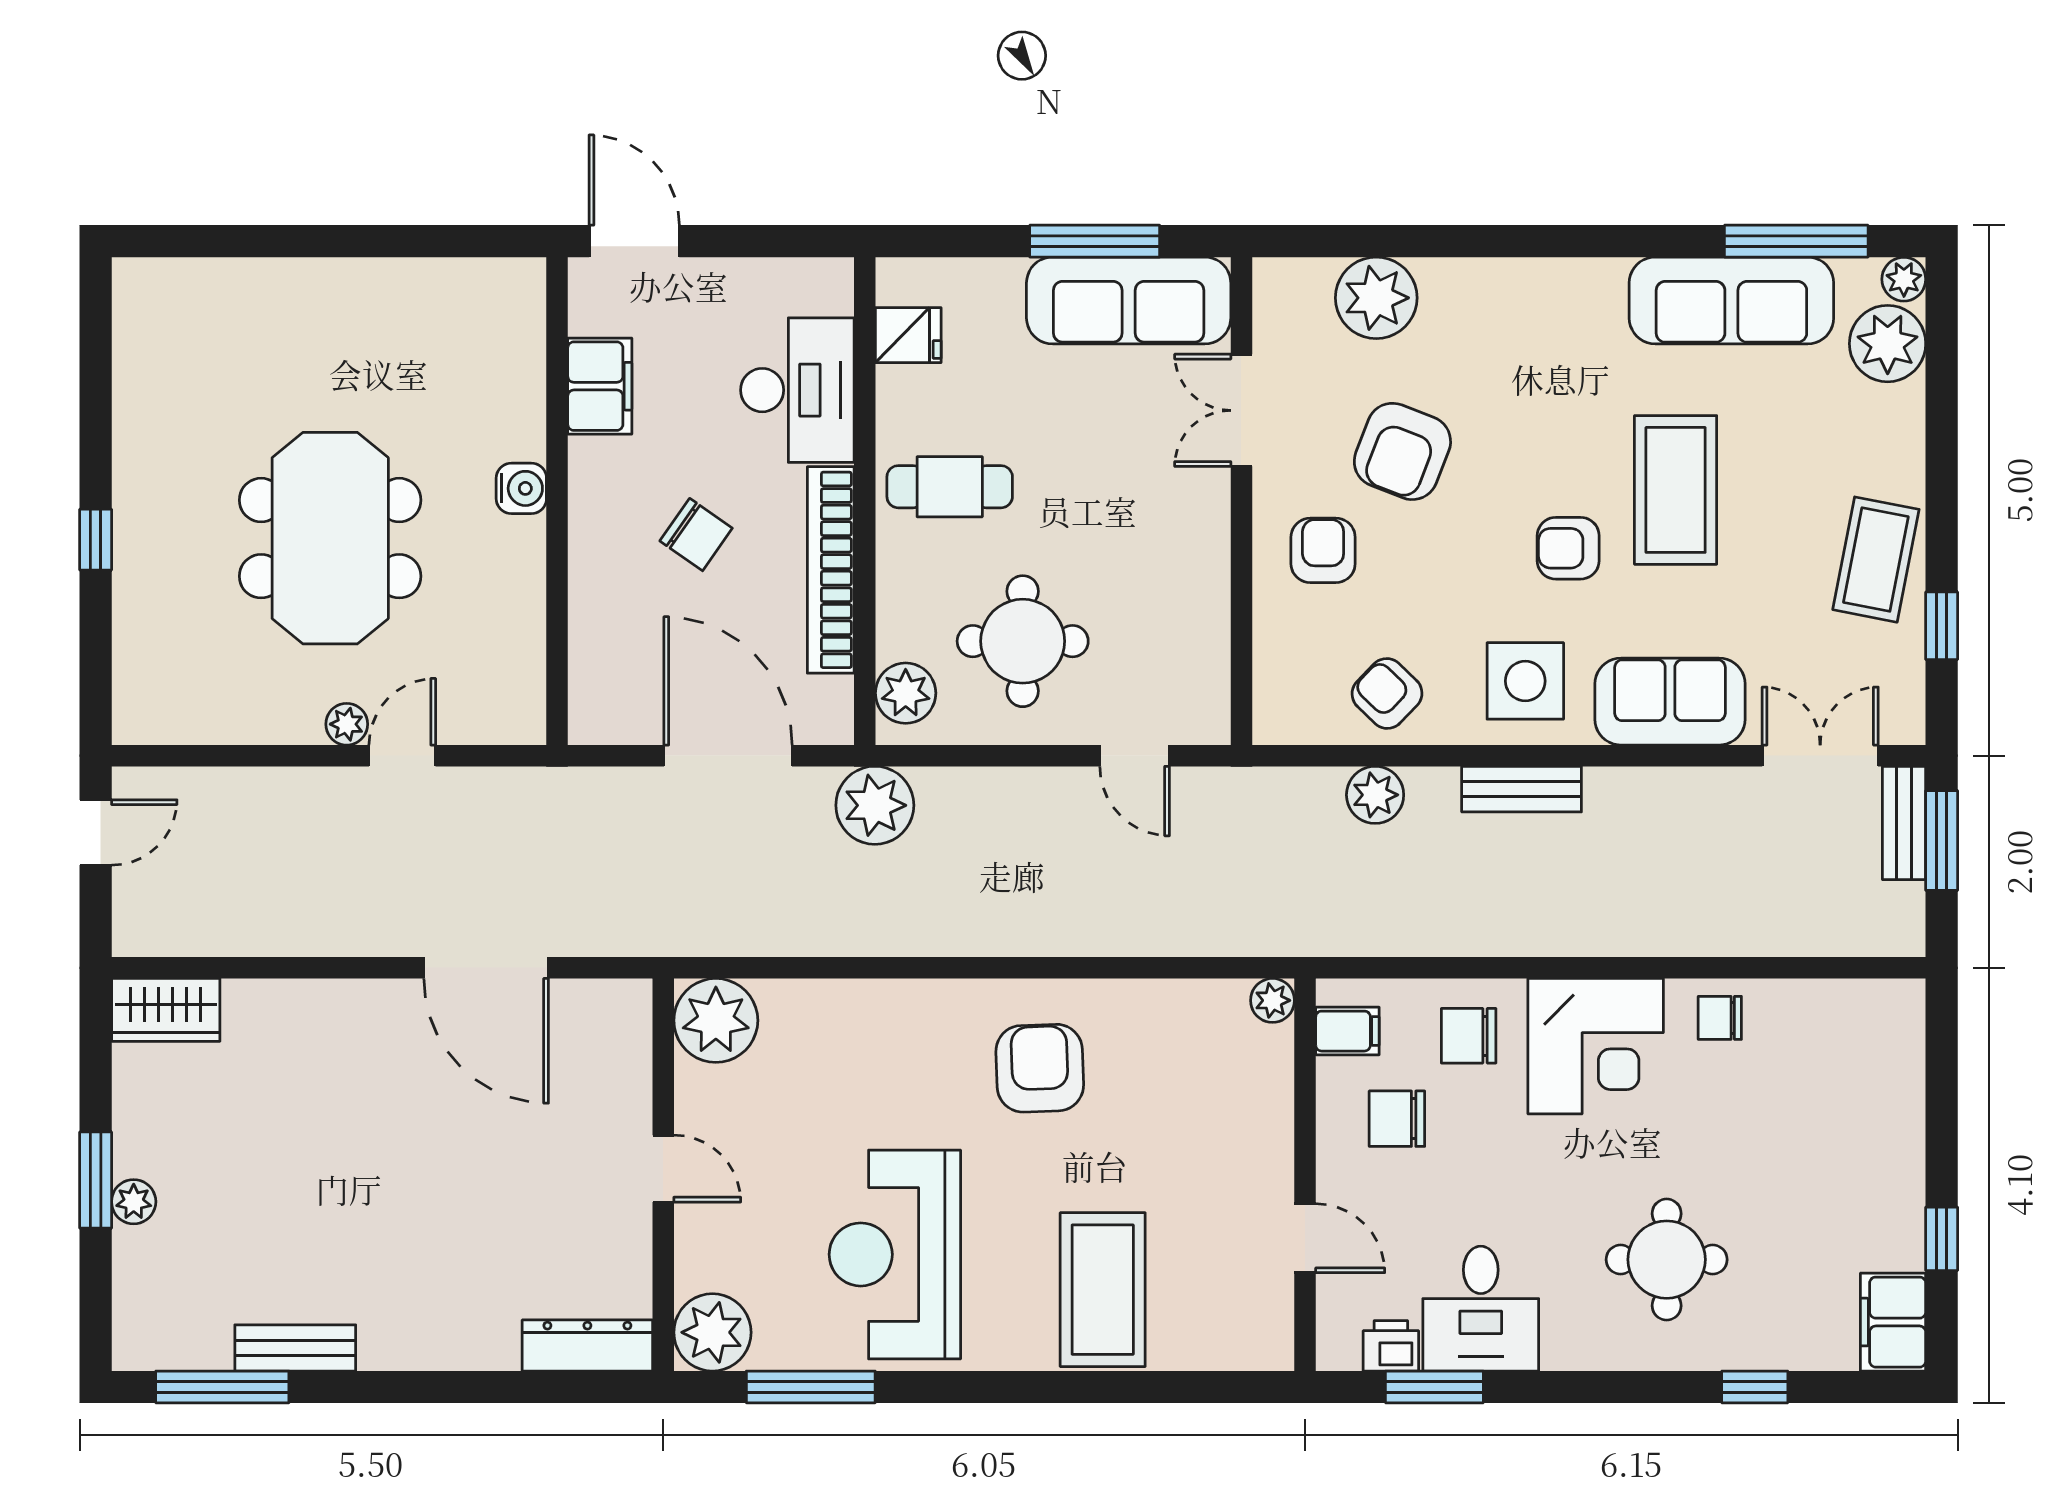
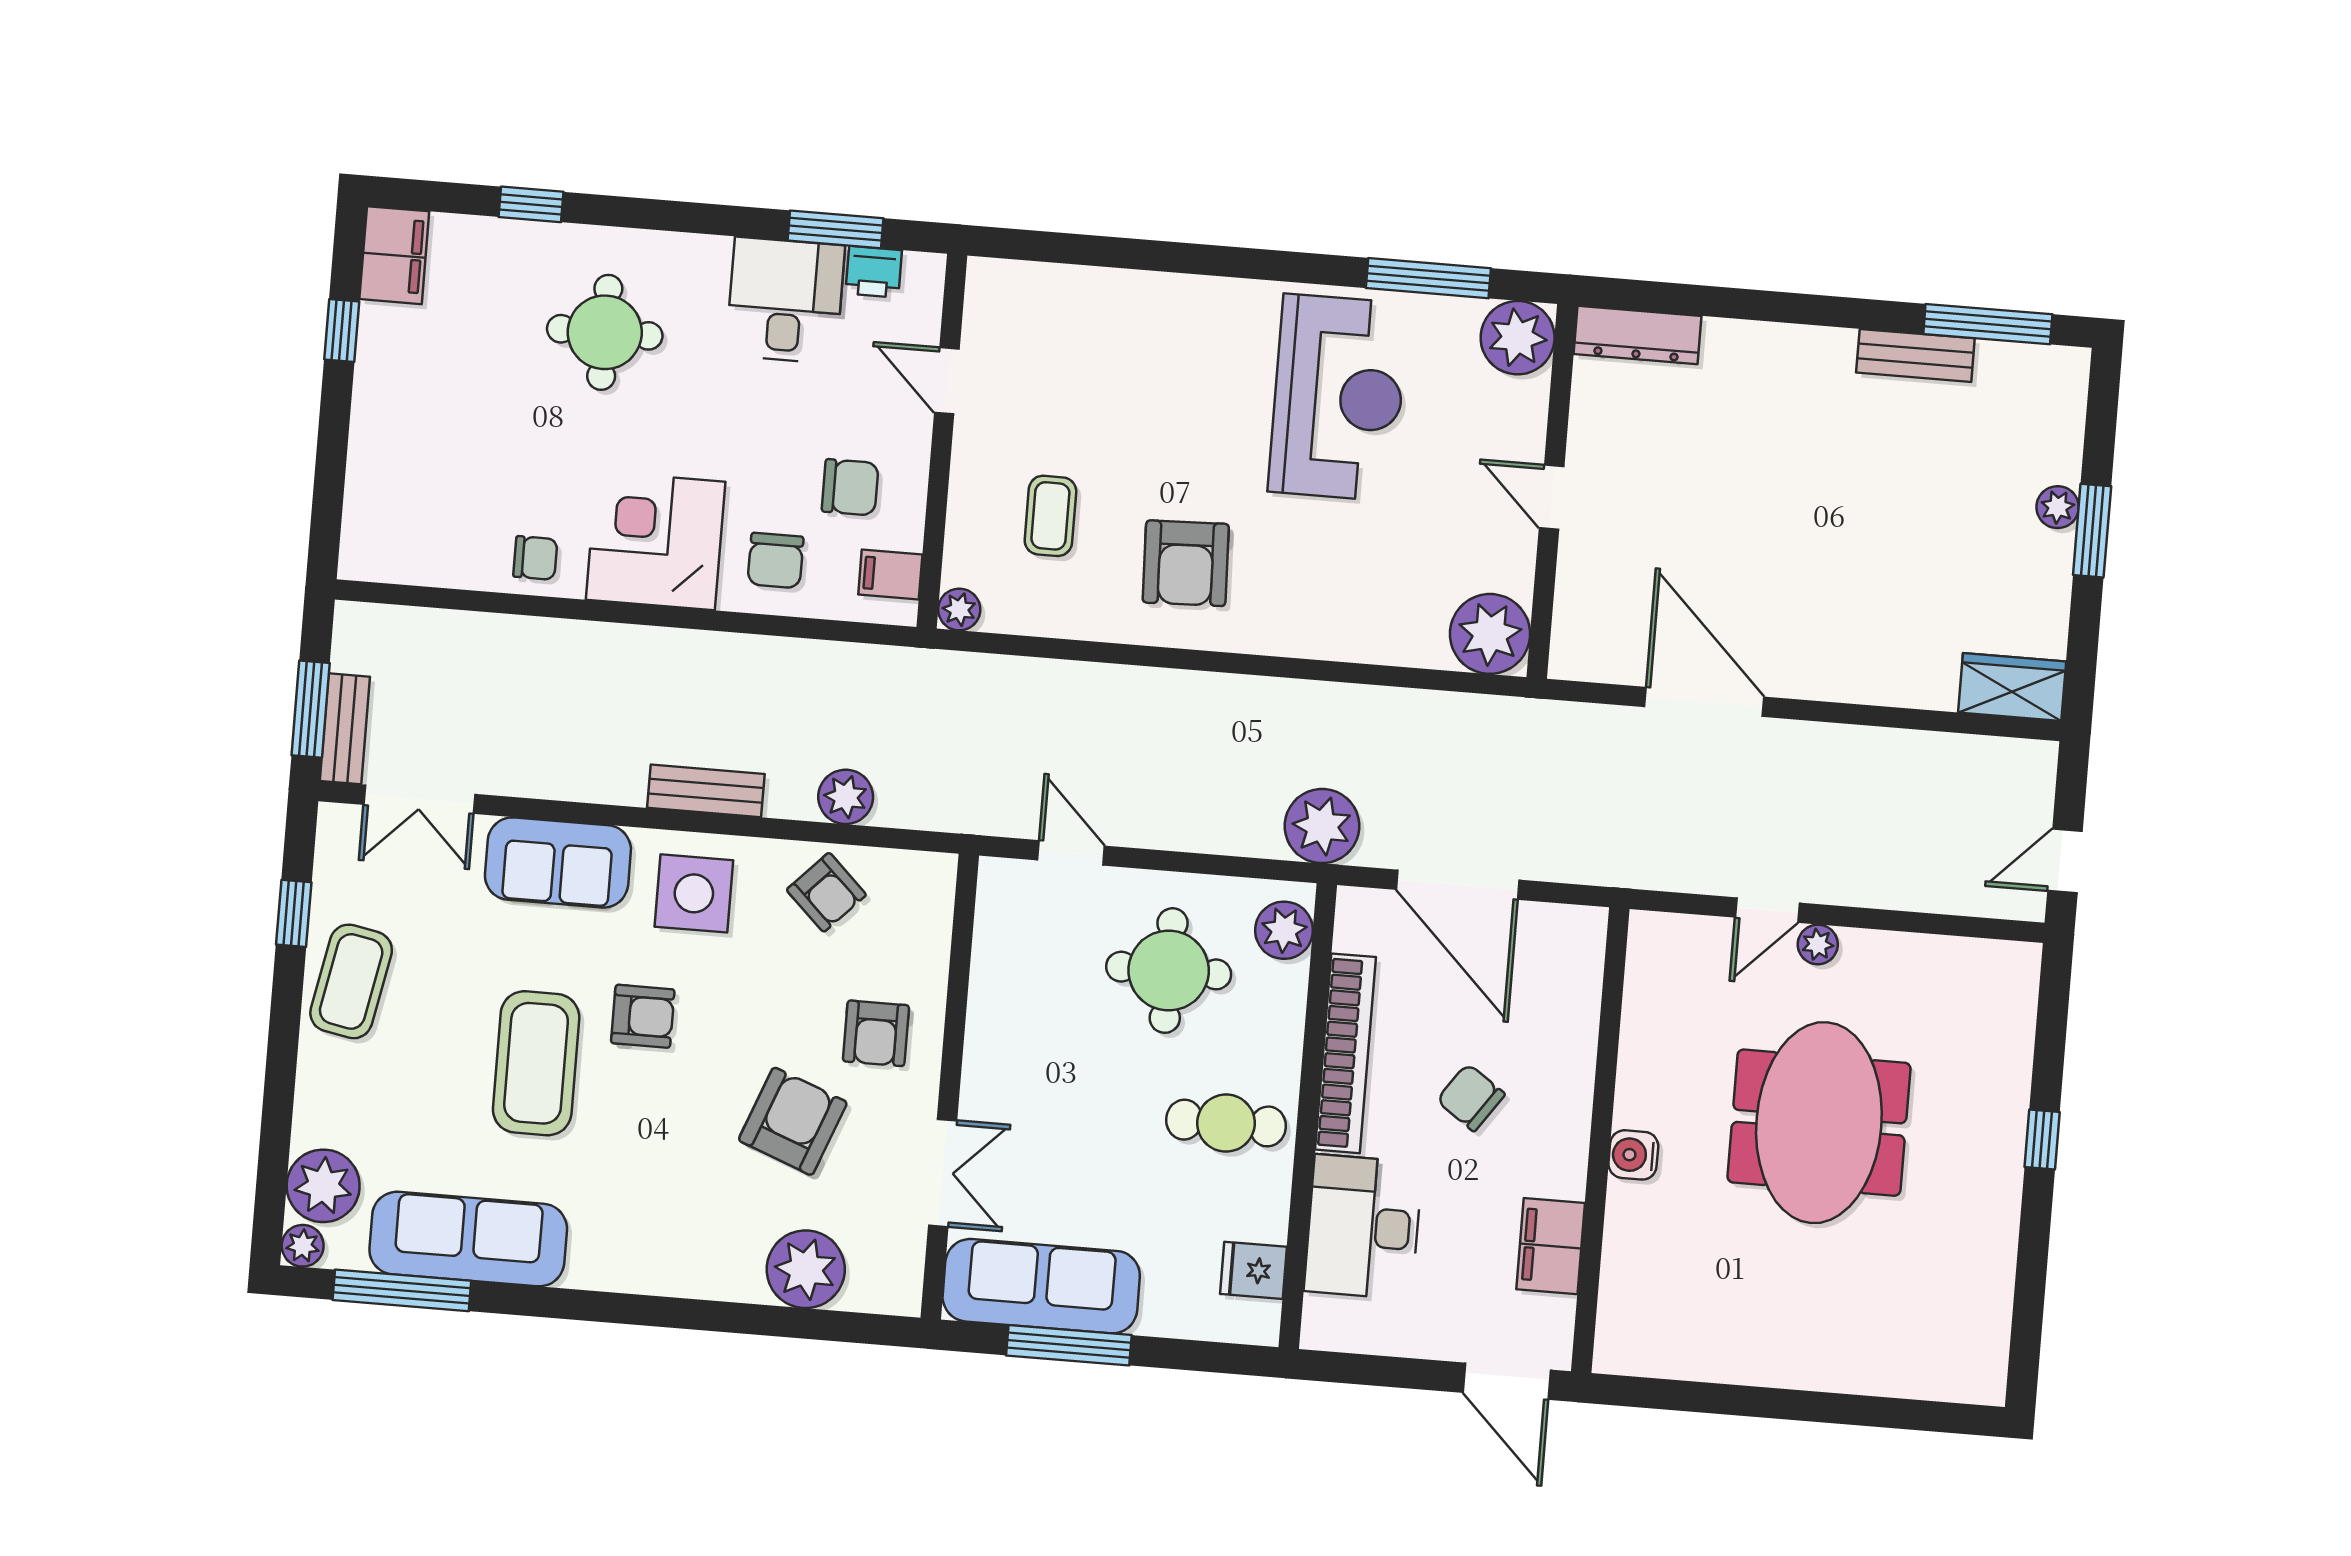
chair: (1469, 1036) -> (776, 560), turned 90
coffee table: (1103, 1290) -> (1050, 516), moved, width x0.54, depth x0.58

